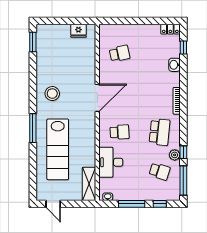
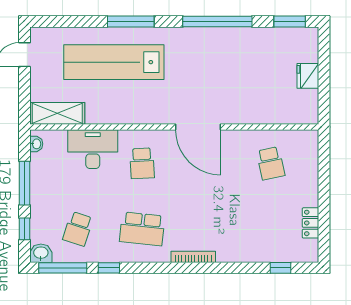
locker: (170, 29) -> (310, 223), moved
fridge: (78, 31) -> (308, 76), moved
washbasin: (174, 65) -> (41, 253), moved
window: (33, 86) -> (217, 22), added
stool: (52, 94) -> (205, 53), removed
window: (33, 128) -> (131, 22), moved
plant: (175, 155) -> (105, 253), removed

